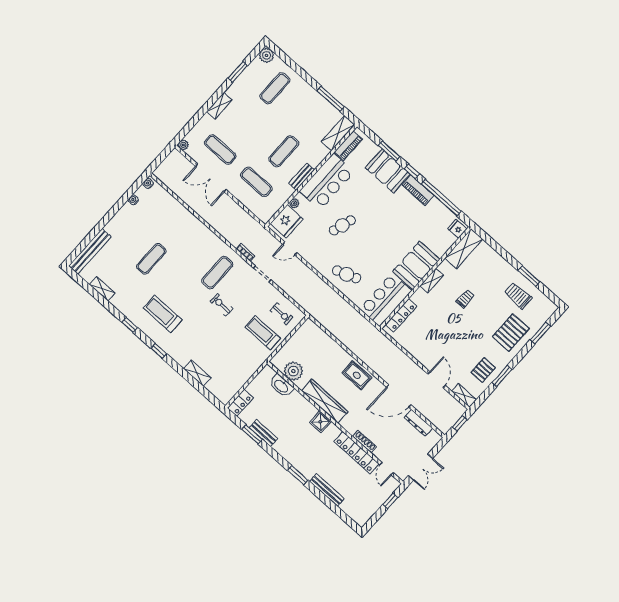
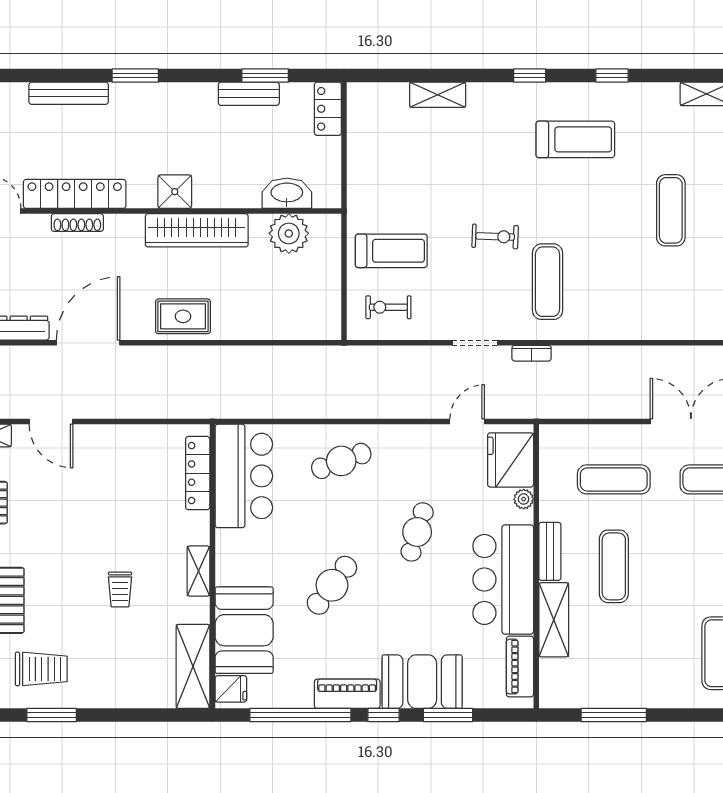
shelving: (338, 133) -> (554, 620), moved
cafe table: (389, 233) -> (332, 585), added
booth: (416, 265) -> (244, 630), moved

